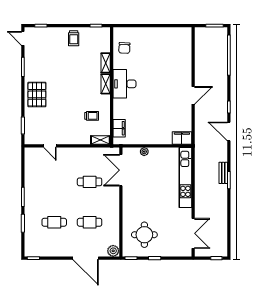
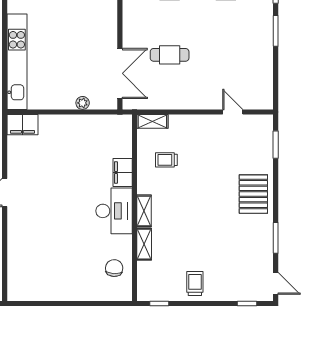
filing cabinet: (119, 128) -> (123, 173), moved

